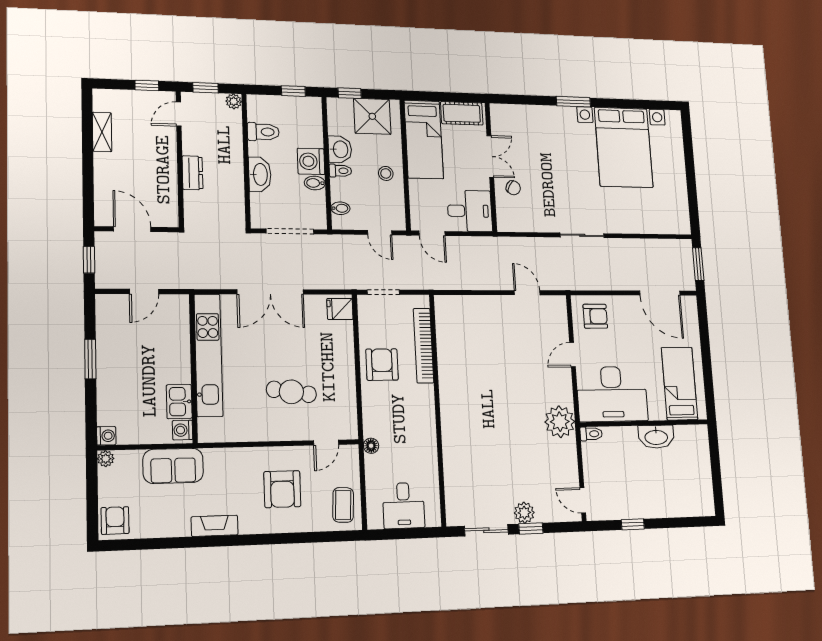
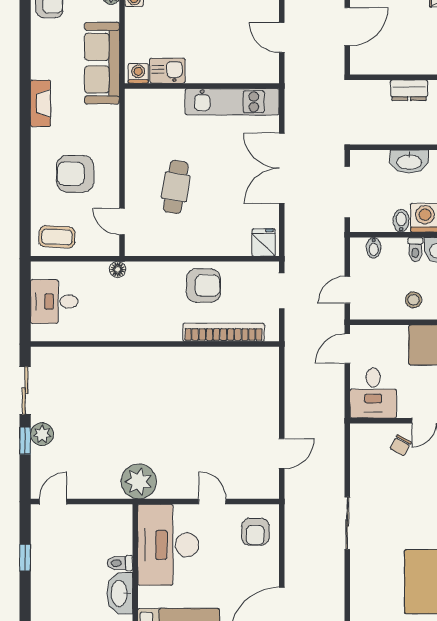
kitchen unit: (208, 355) -> (232, 102), width x0.73
toilet: (591, 434) -> (120, 563), moved, turned 90
sofa: (173, 466) -> (102, 63), width x1.36

